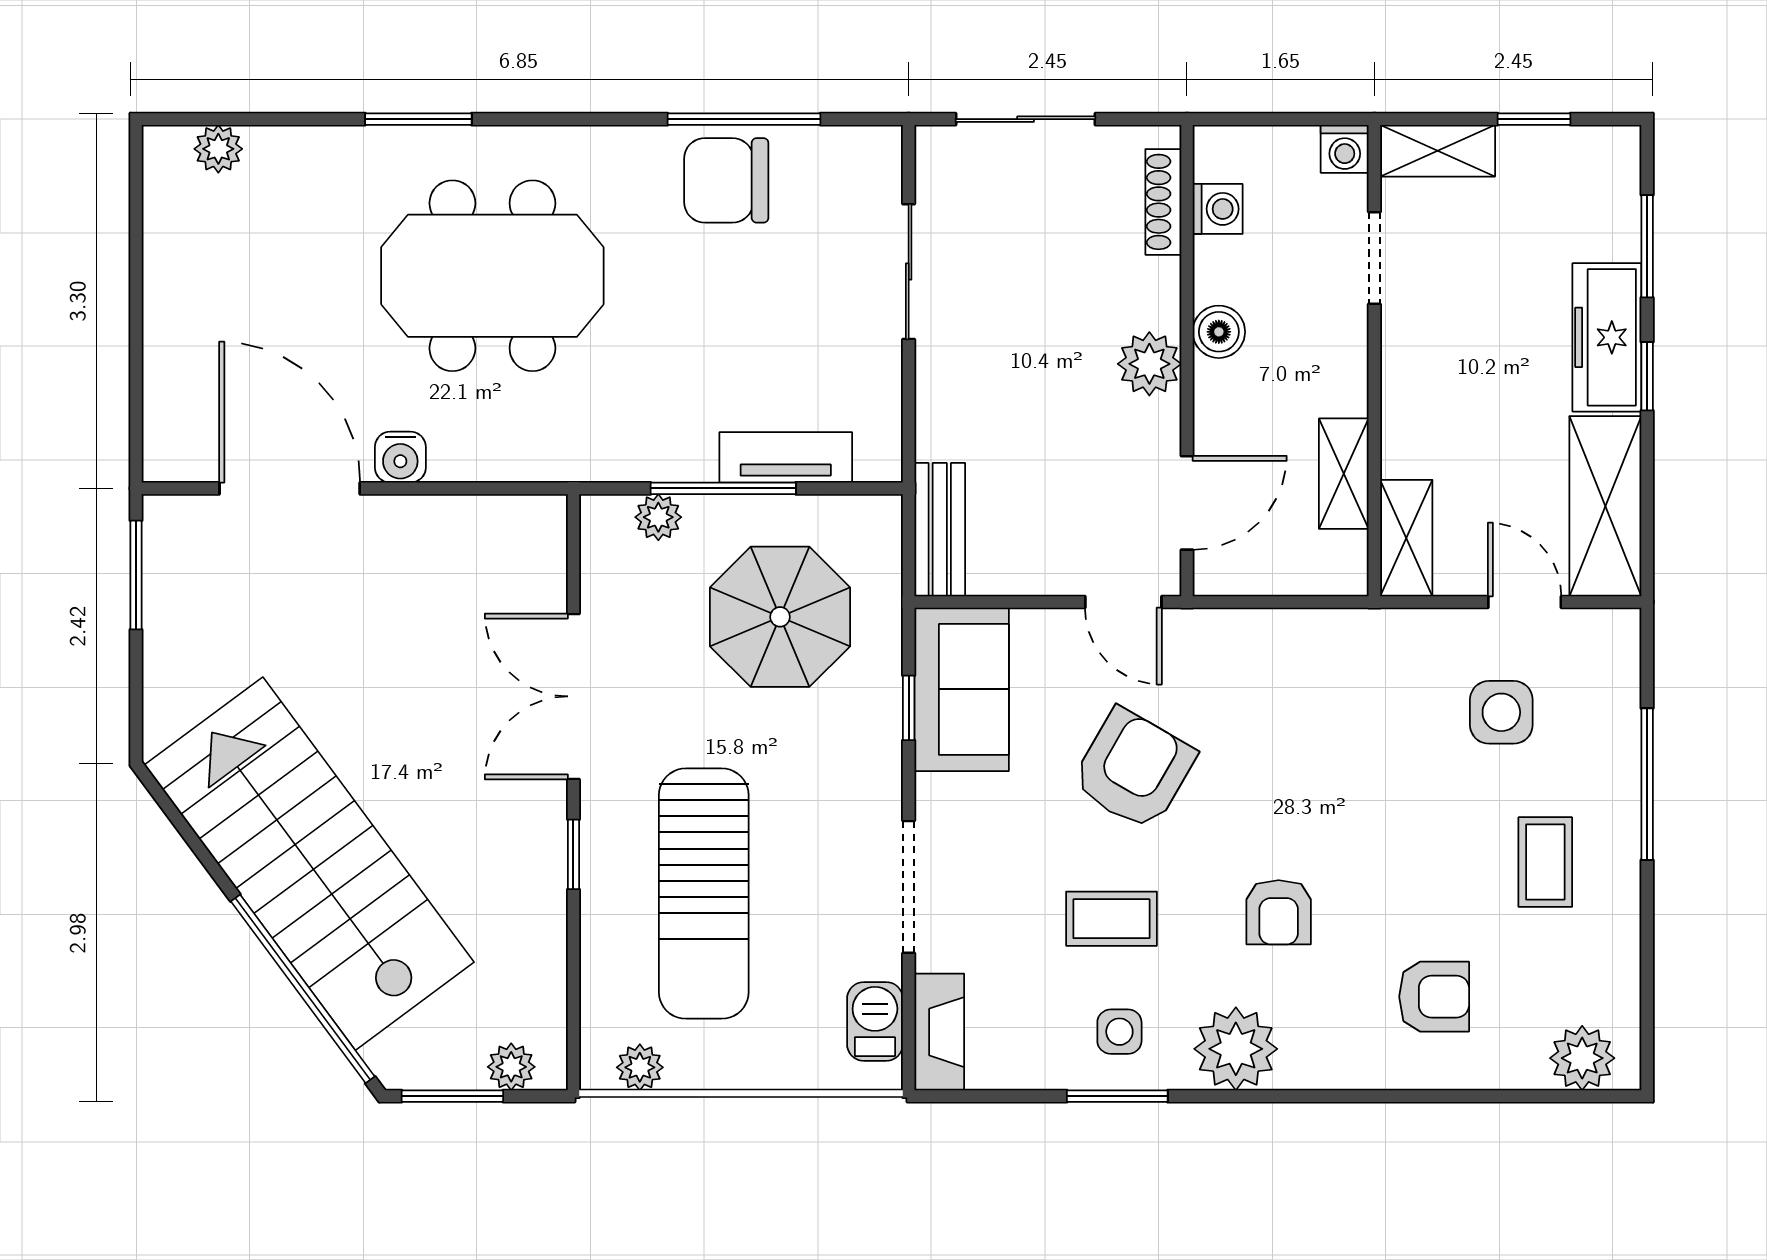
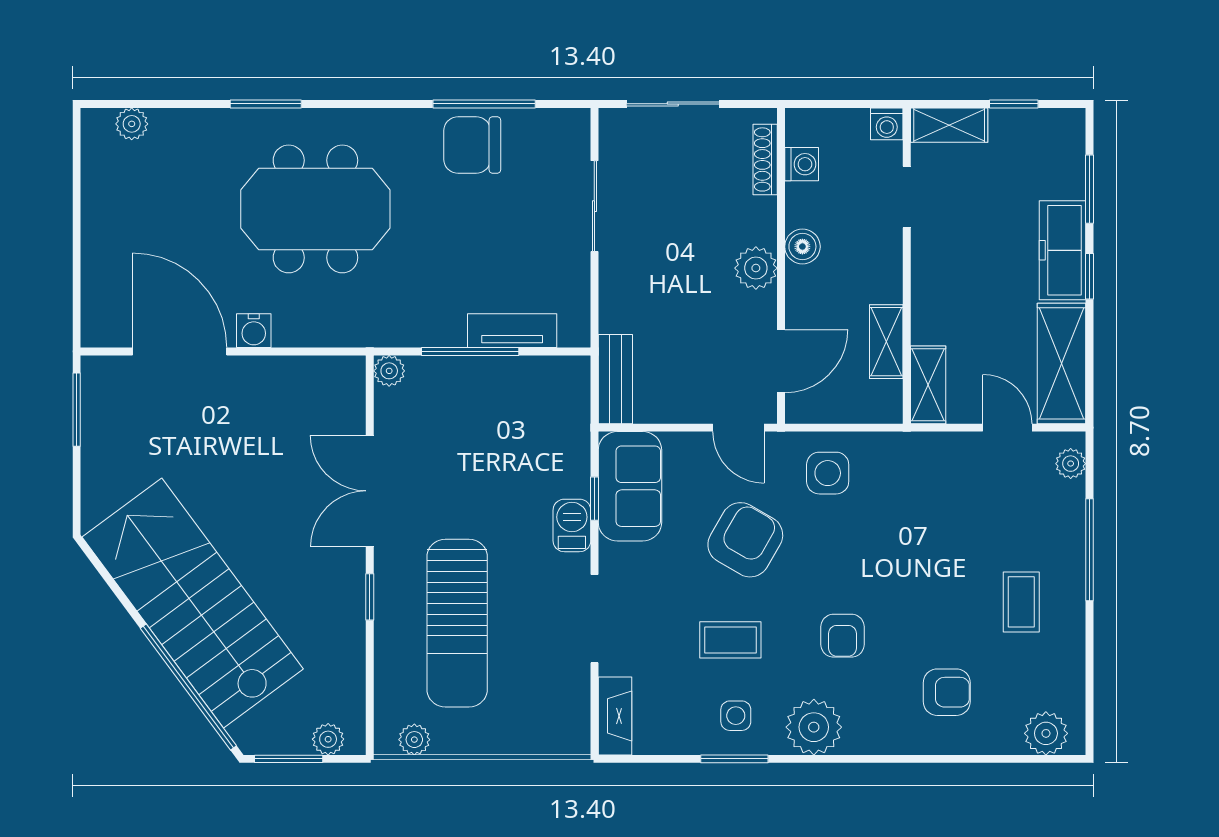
plant: (658, 517) -> (389, 371), moved
parasol: (780, 617) -> (508, 438), removed
plant: (1619, 656) -> (1071, 464), added
side table: (1501, 712) -> (828, 473), moved
barbecue: (875, 1021) -> (572, 525), moved

